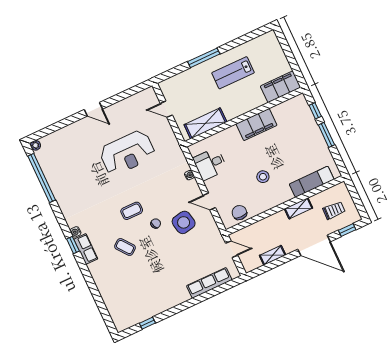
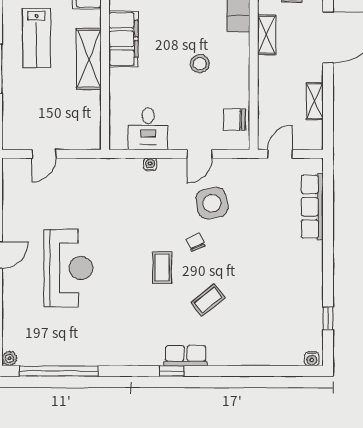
shelving: (205, 123) -> (89, 59), moved
reception desk: (127, 153) -> (68, 268), moved
water cooler: (76, 232) -> (312, 359), moved

